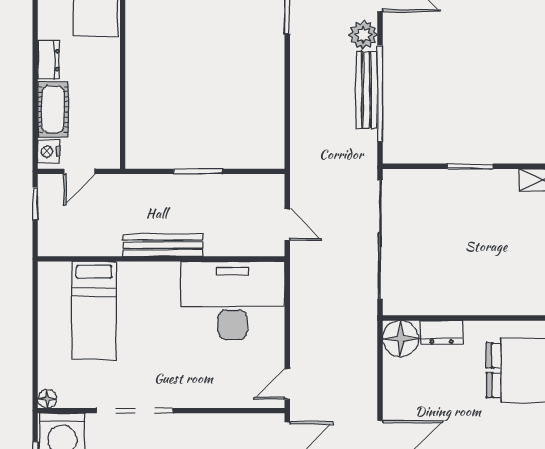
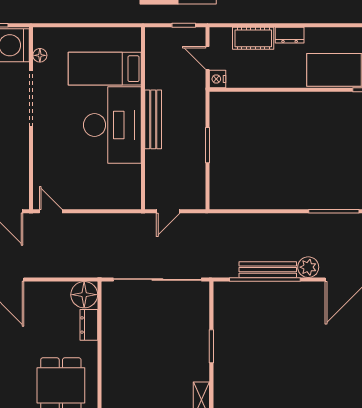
nightstand: (49, 151) -> (218, 79), moved, turned -90
desk: (233, 300) -> (112, 125), moved
floor lamp: (47, 399) -> (40, 55), moved

